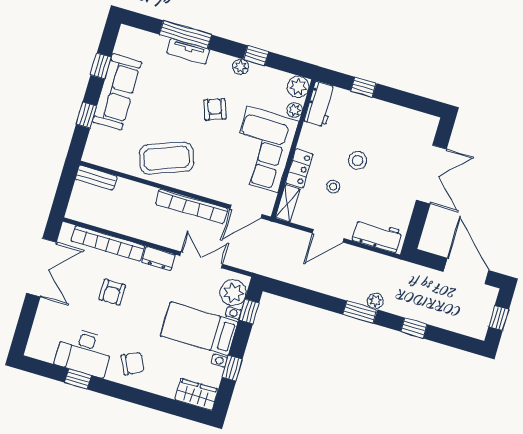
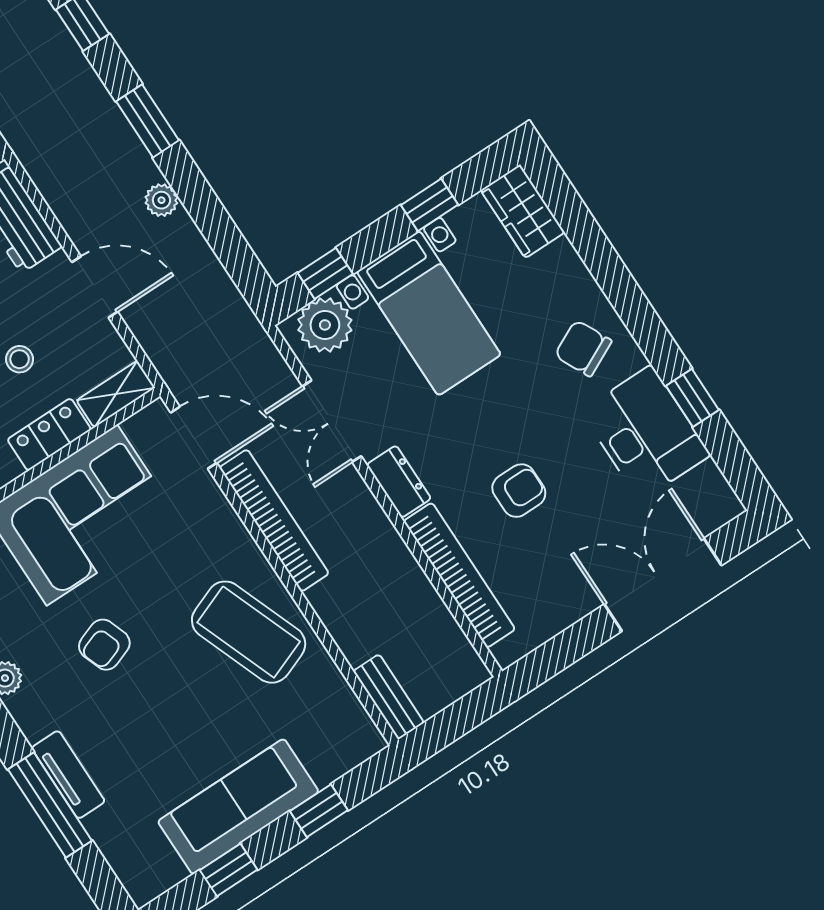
double door: (41, 268) -> (663, 585), moved
plant: (375, 301) -> (161, 200), moved

